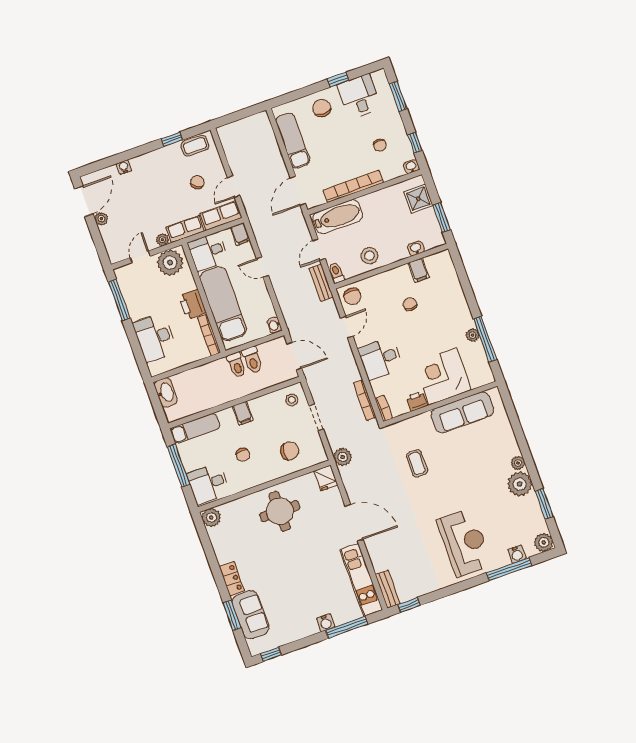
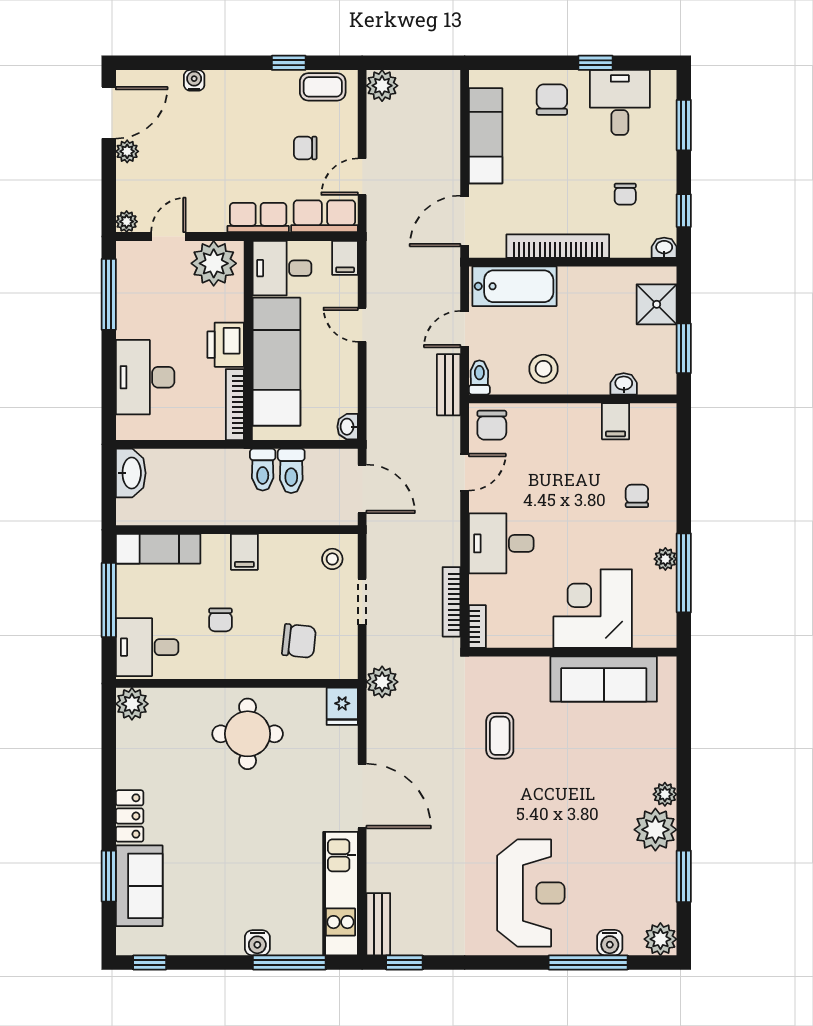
plant: (227, 133) -> (382, 86), added
chair: (197, 182) -> (305, 148), turned -122
plant: (162, 240) -> (127, 222), moved
chair: (410, 304) -> (637, 496), moved
printer: (417, 401) -> (536, 634), removed

